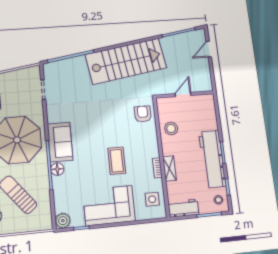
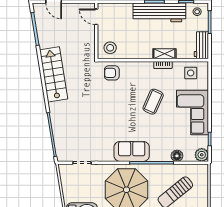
stairs: (126, 61) -> (54, 74), width x0.73, depth x0.66
door: (183, 94) -> (96, 17), moved
stool: (171, 128) -> (110, 48), moved
coffee table: (117, 161) -> (153, 102), turned -66
floor lamp: (57, 169) -> (177, 156), moved

